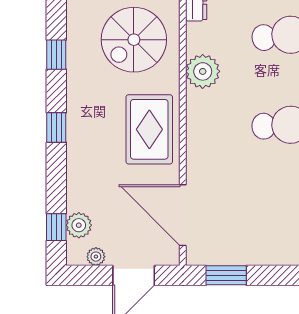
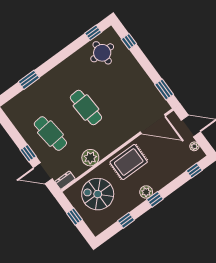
spiral stairs: (134, 40) -> (98, 194), turned 180
door: (183, 215) -> (153, 124), hinge flipped
plant: (79, 225) -> (146, 192), moved

